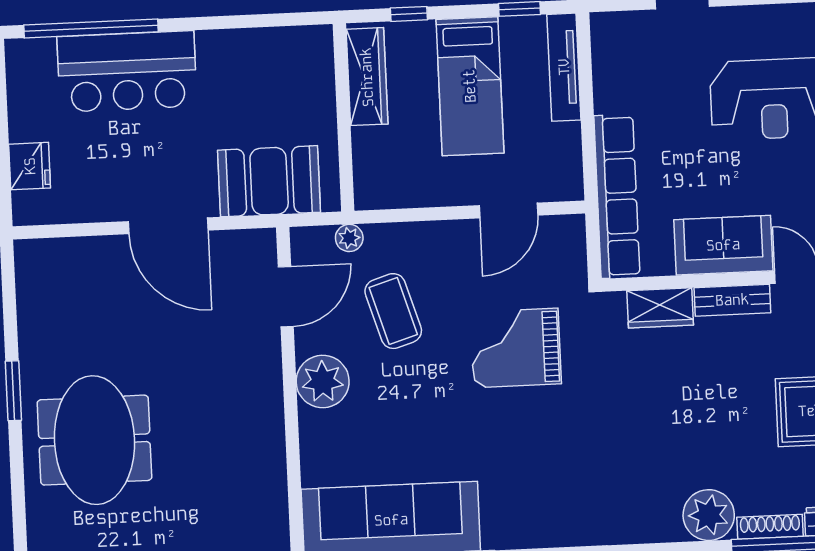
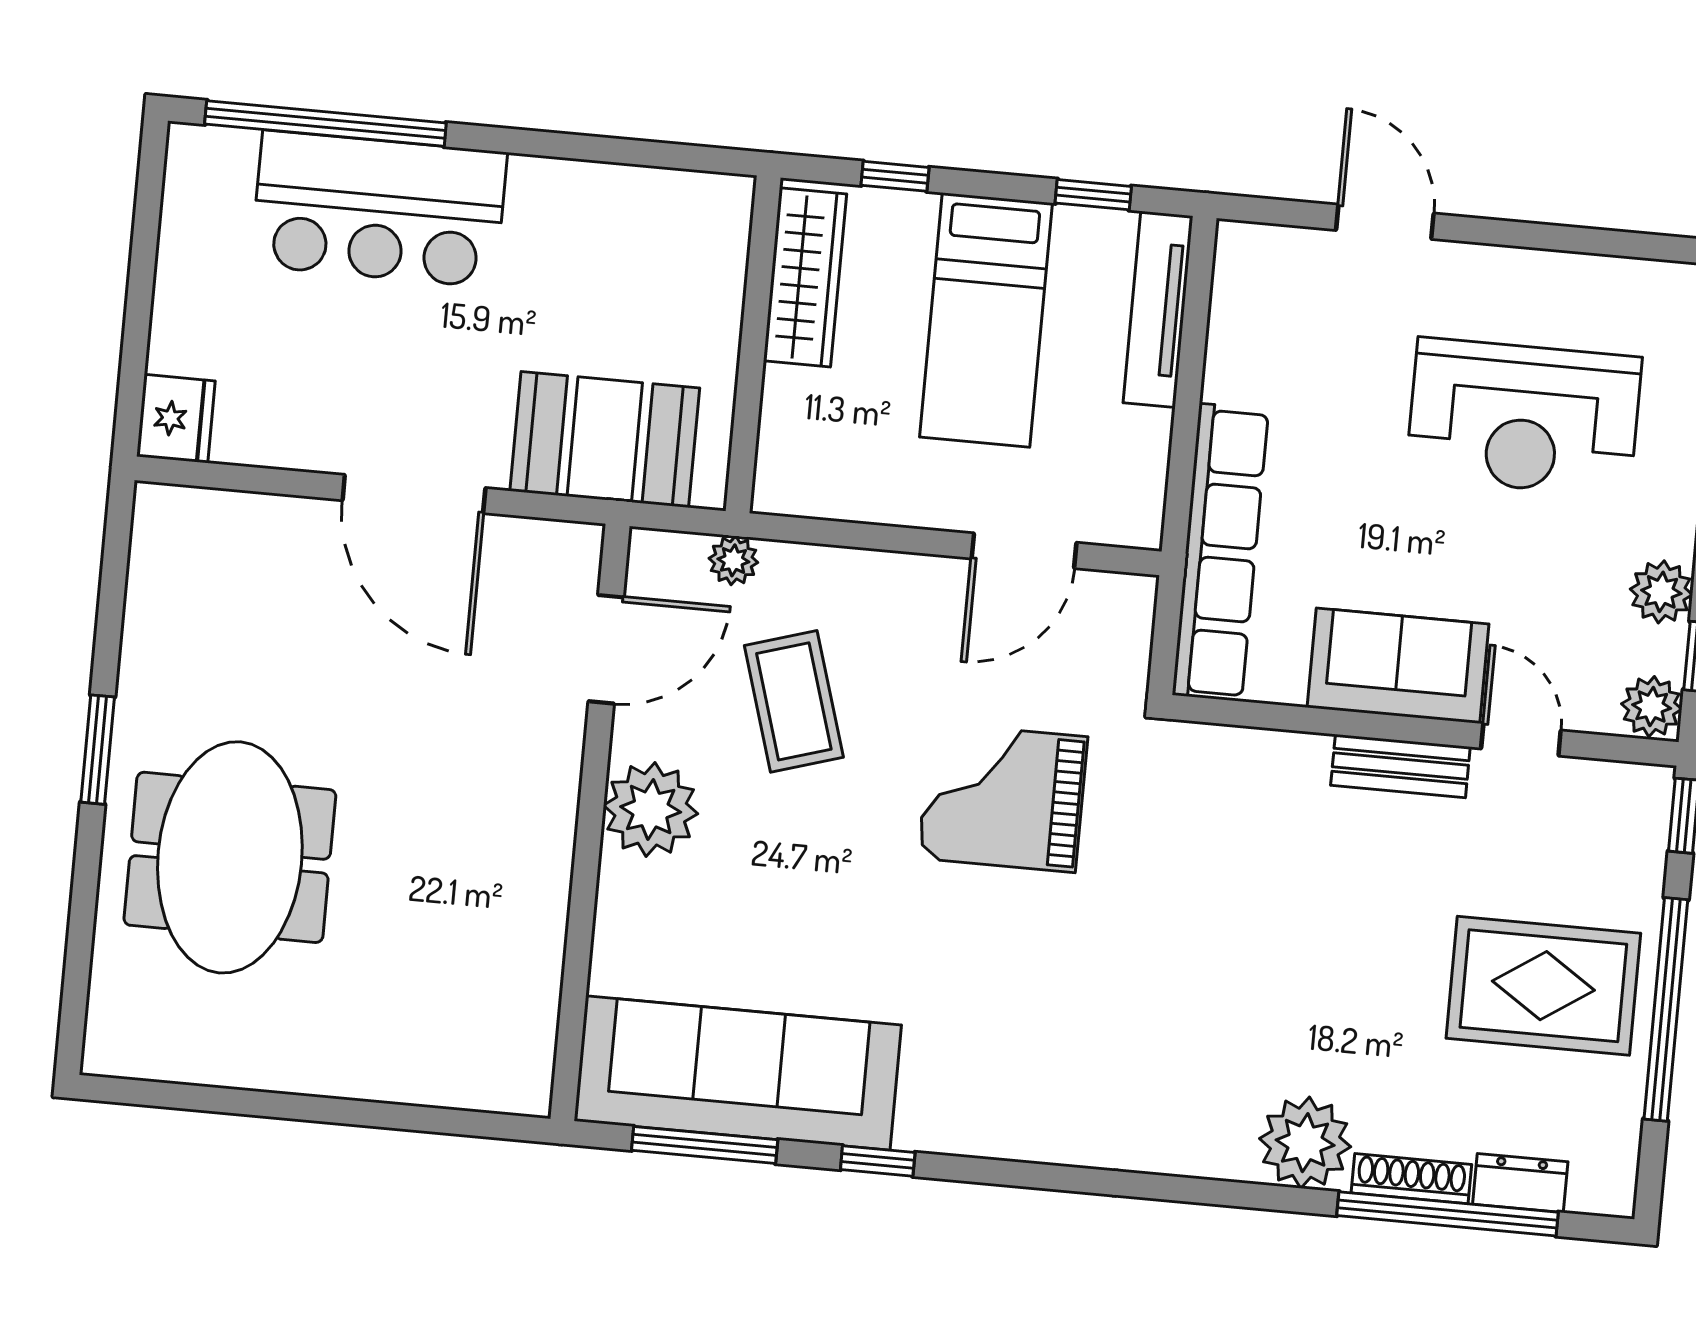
fridge: (30, 166) -> (176, 419), moved
wardrobe: (660, 308) -> (1270, 762), removed

